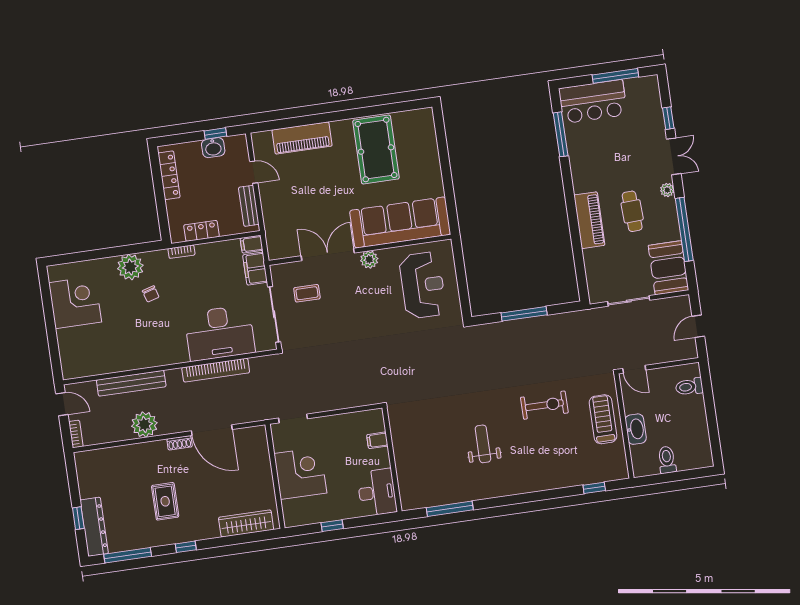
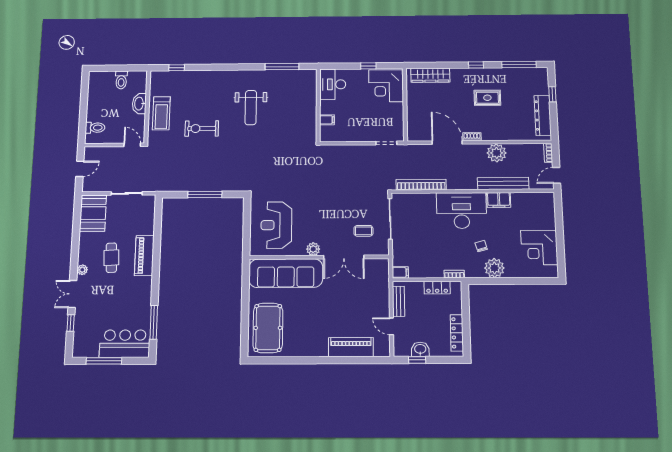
pool table: (376, 150) -> (268, 328), moved
window: (684, 229) -> (76, 239), removed
filing cabinet: (255, 269) -> (499, 200), moved, turned 90
desk: (220, 333) -> (462, 211), moved
bookcase: (216, 370) -> (421, 185), moved
door: (62, 404) -> (557, 175), hinge flipped
weight bench: (483, 444) -> (251, 108), width x1.36, depth x1.33
corner desk: (300, 473) -> (386, 86), moved
rug: (165, 501) -> (487, 98), turned 90
dresser: (94, 527) -> (543, 115), moved

